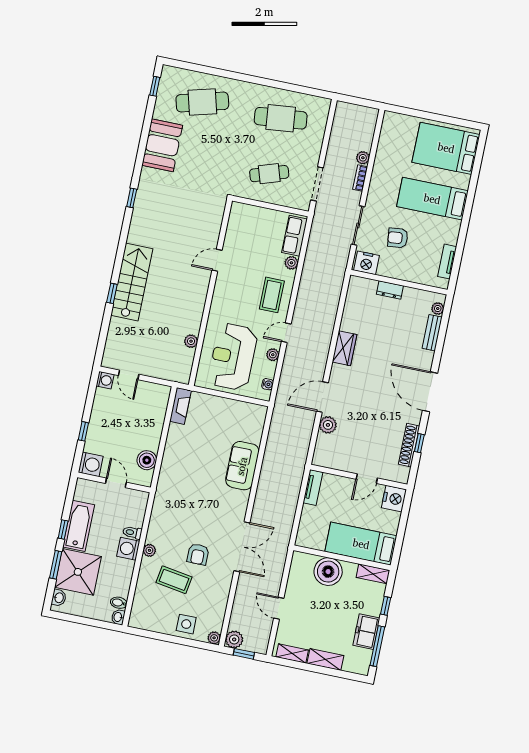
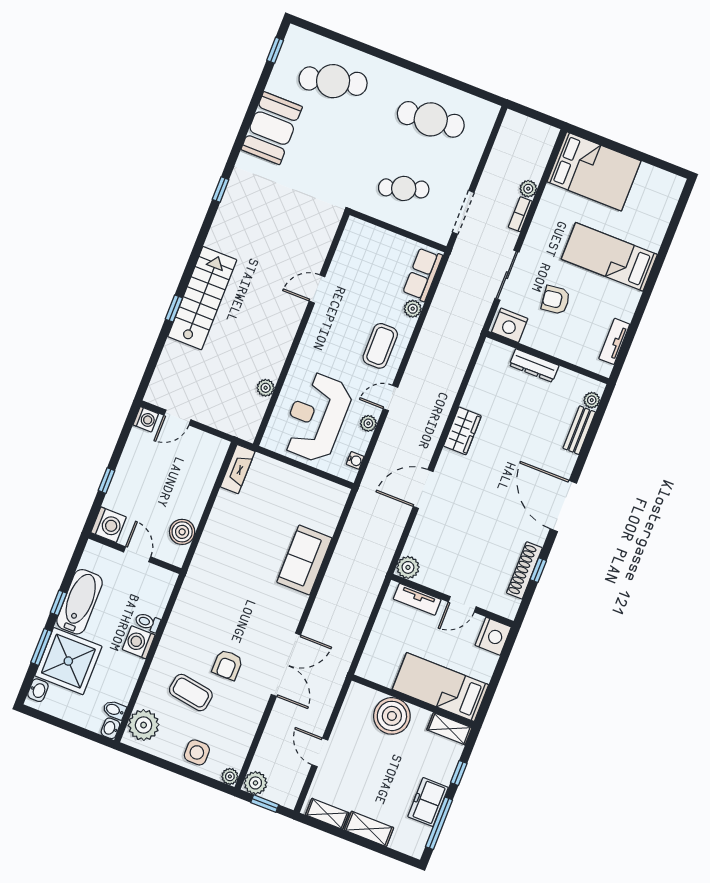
bed: (446, 148) -> (594, 171), moved, turned 180
dresser: (390, 290) -> (534, 366), width x1.44
door: (129, 375) -> (177, 417), hinge flipped
plant: (328, 425) -> (408, 567), moved
tv unit: (313, 487) -> (417, 599), moved, turned 90
plant: (149, 550) -> (144, 725), moved, width x1.87, depth x1.87

